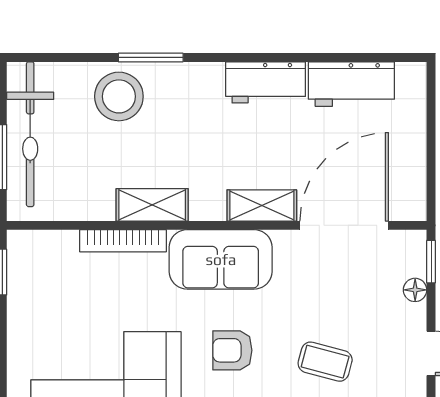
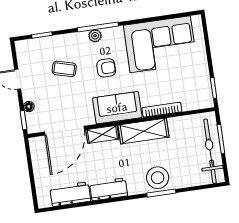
stool: (119, 96) -> (158, 178), moved
shelving: (152, 205) -> (144, 131), width x1.50, depth x1.33

